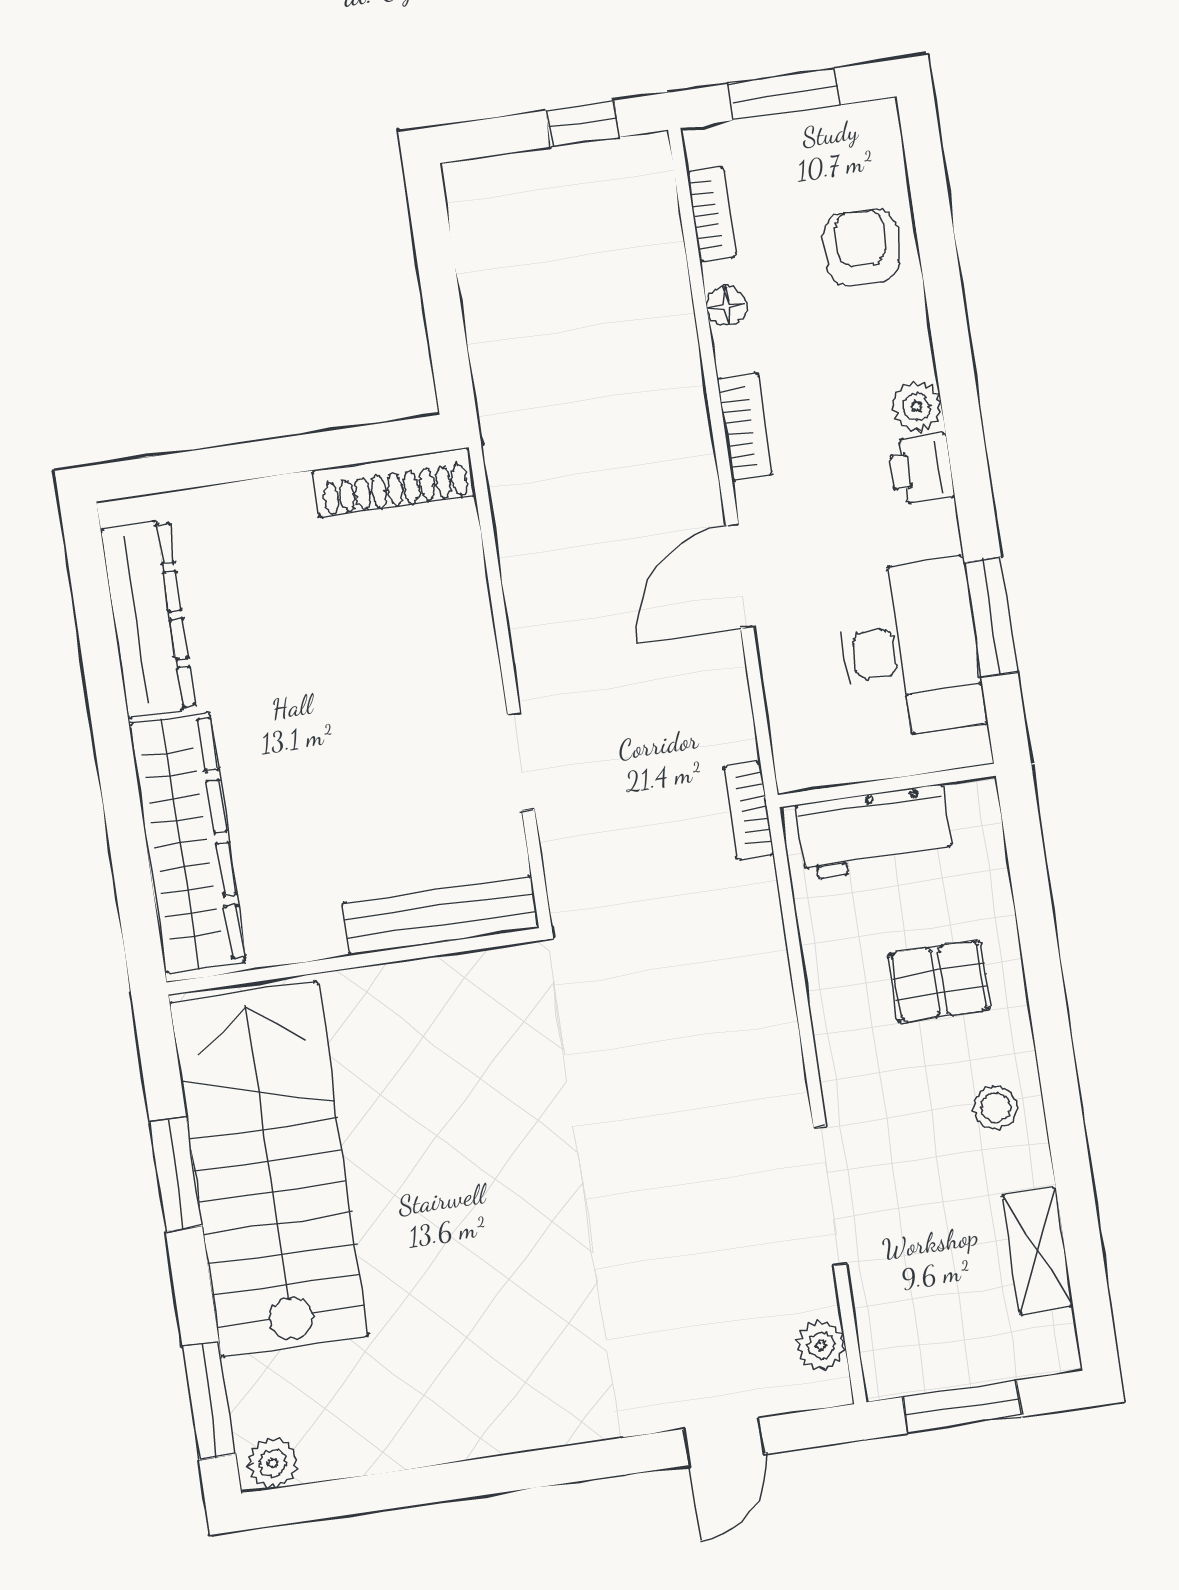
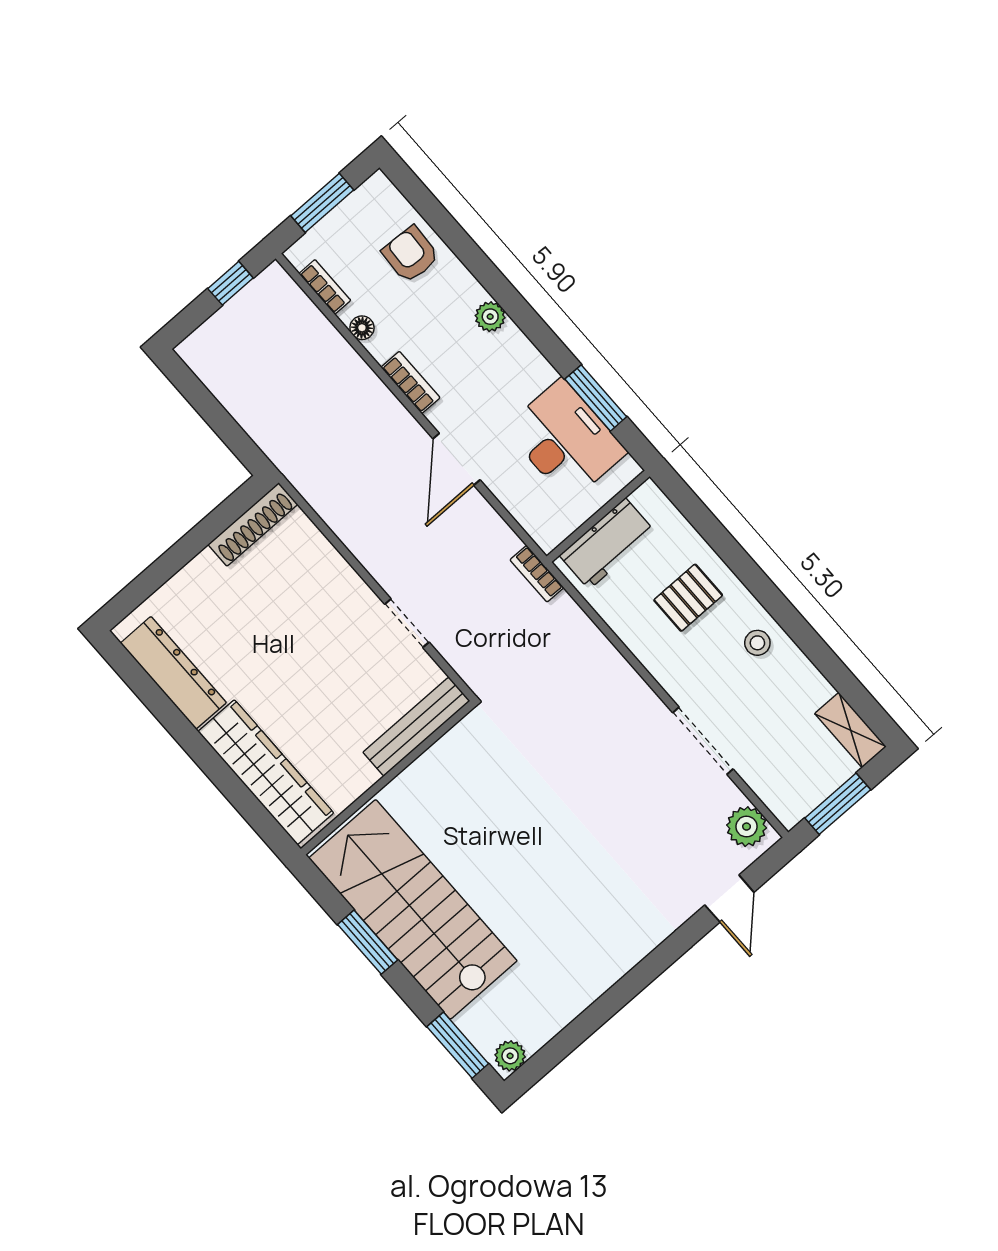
printer: (921, 469) -> (513, 346), removed
shelving: (1038, 1251) -> (851, 730), moved
plant: (821, 1346) -> (747, 827), width x1.38, depth x1.38

